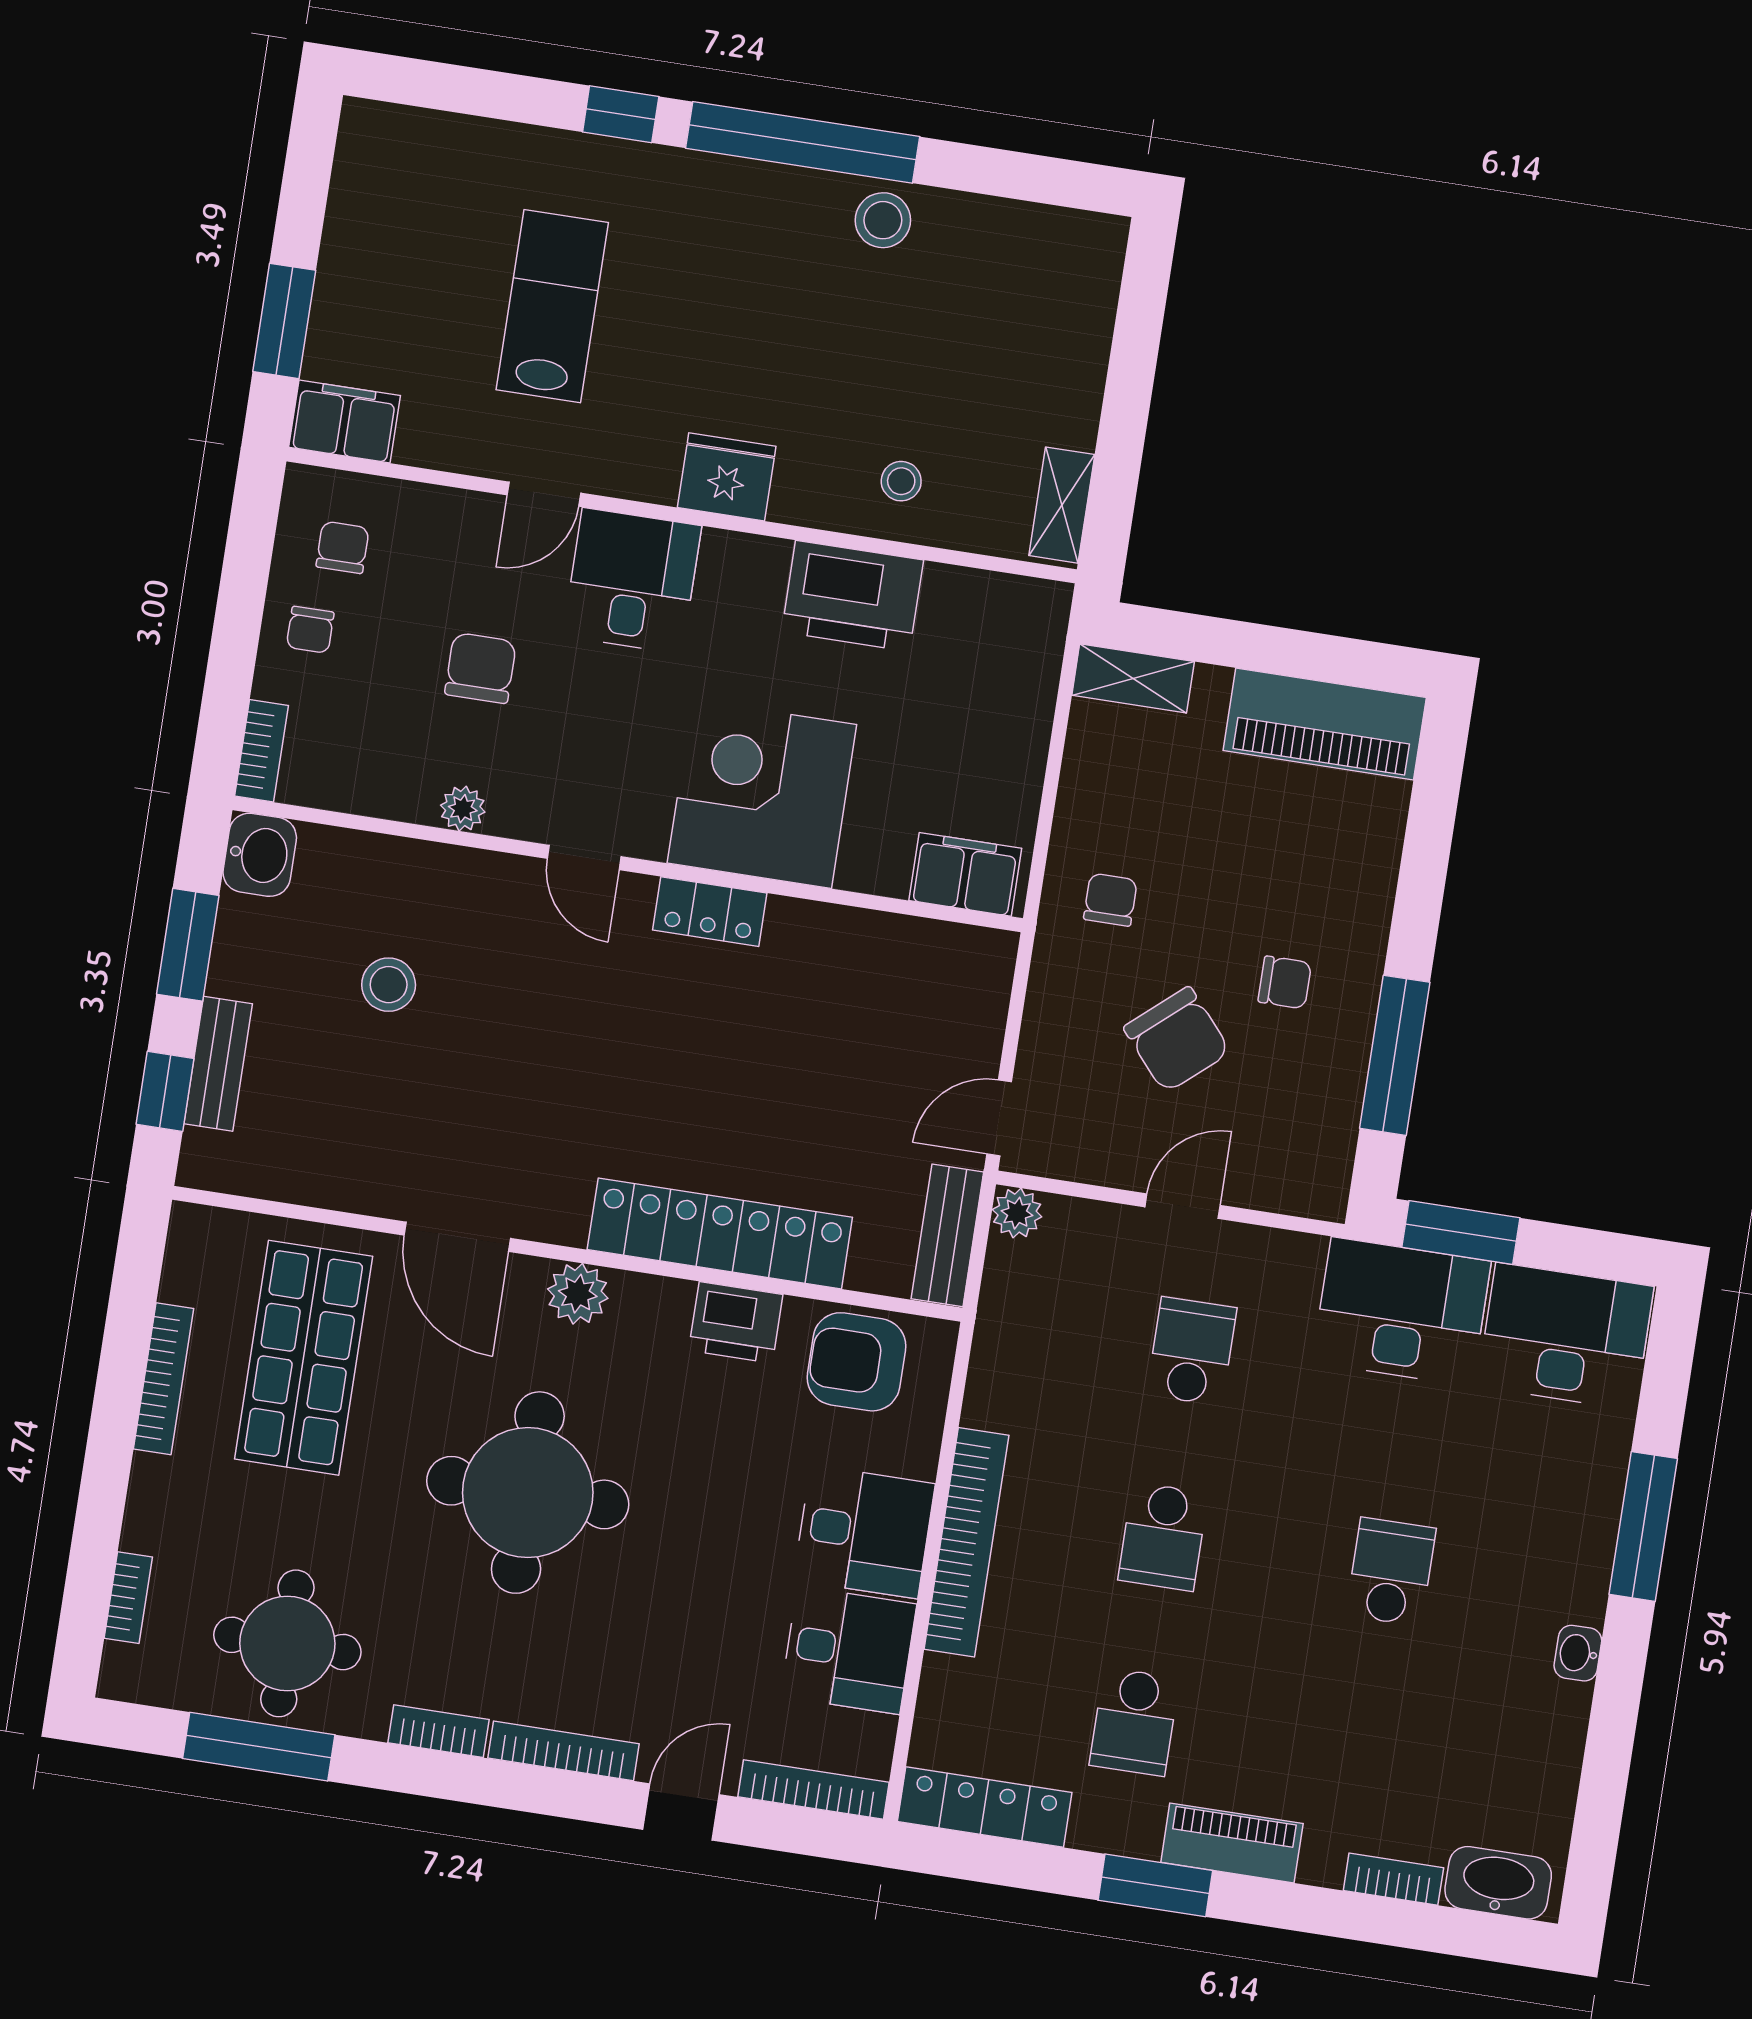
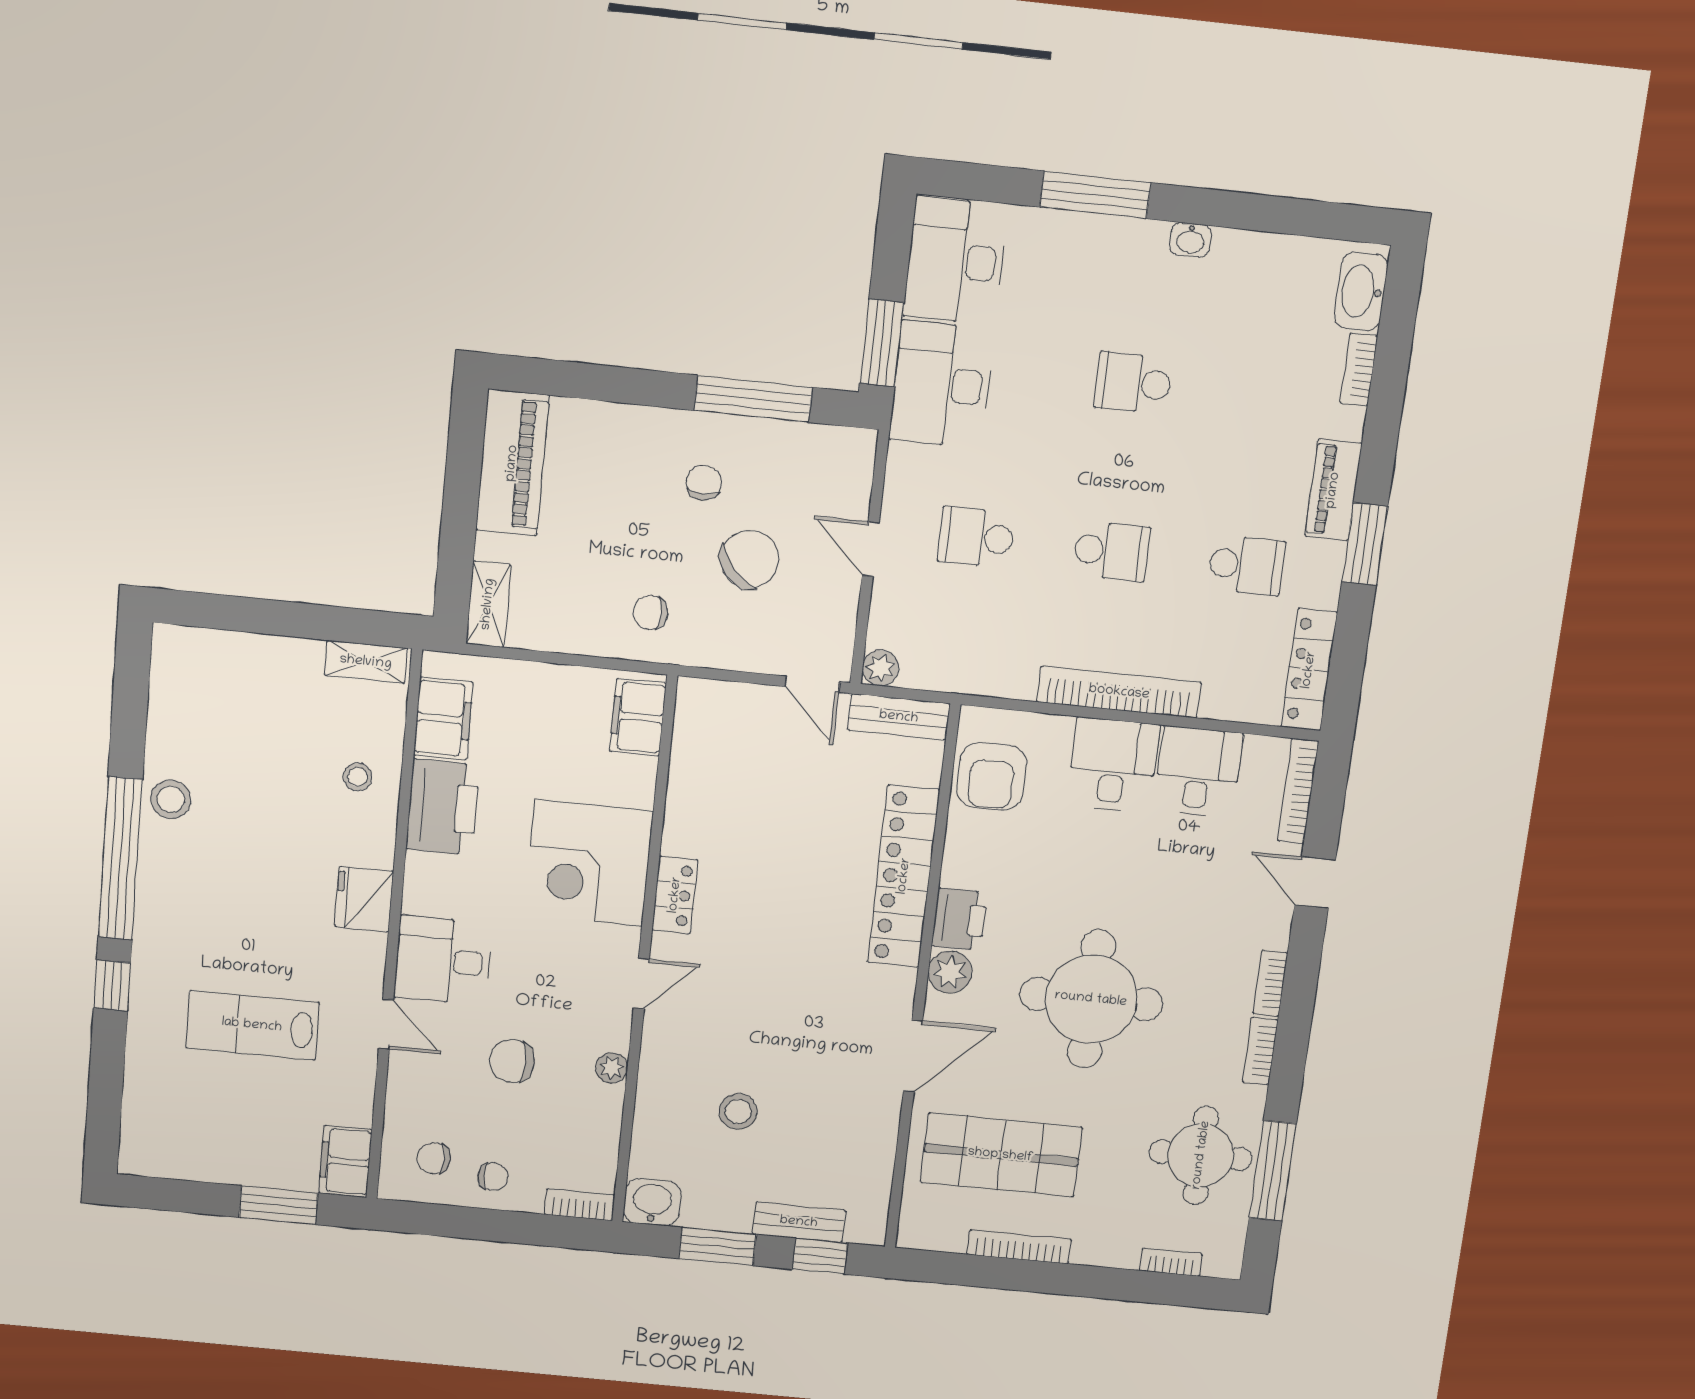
filing cabinet: (977, 605) -> (443, 719), added
printer: (736, 1322) -> (959, 919), moved
bookcase: (564, 1751) -> (1270, 983), width x0.64

